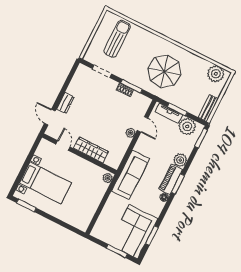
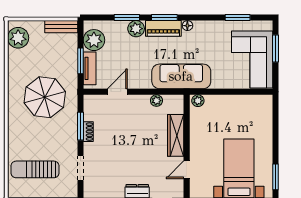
plant: (130, 133) -> (156, 101), moved
window: (201, 138) -> (127, 18), moved
corner sofa: (133, 232) -> (252, 60), moved, turned 90

